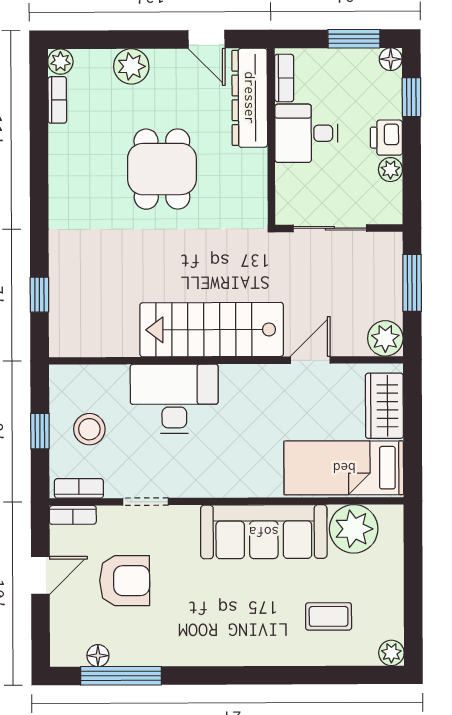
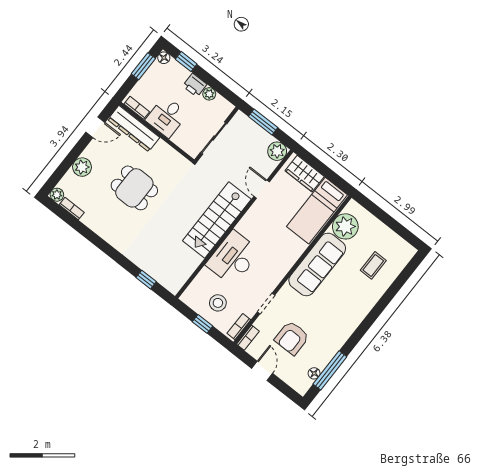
armchair: (125, 581) -> (292, 338), turned 180
plant: (391, 653) -> (409, 251), removed

